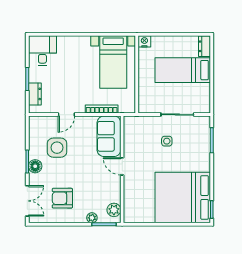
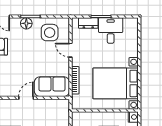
desk: (42, 51) -> (111, 31), moved, turned -90
bed with nightstands: (113, 62) -> (116, 83), width x1.36
side table: (57, 148) -> (50, 33), moved

